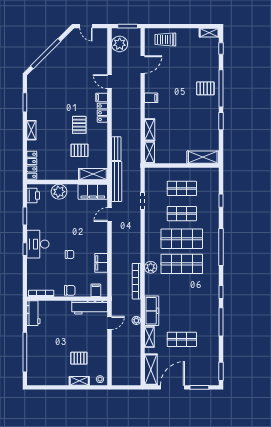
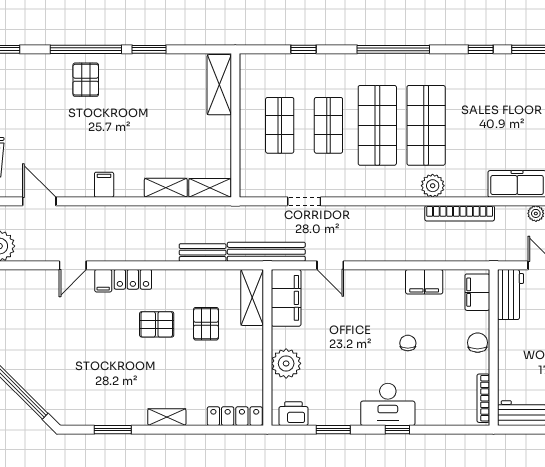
filing cabinet: (96, 290) -> (477, 292), width x2.00
workbench: (90, 307) -> (511, 295), width x0.73

